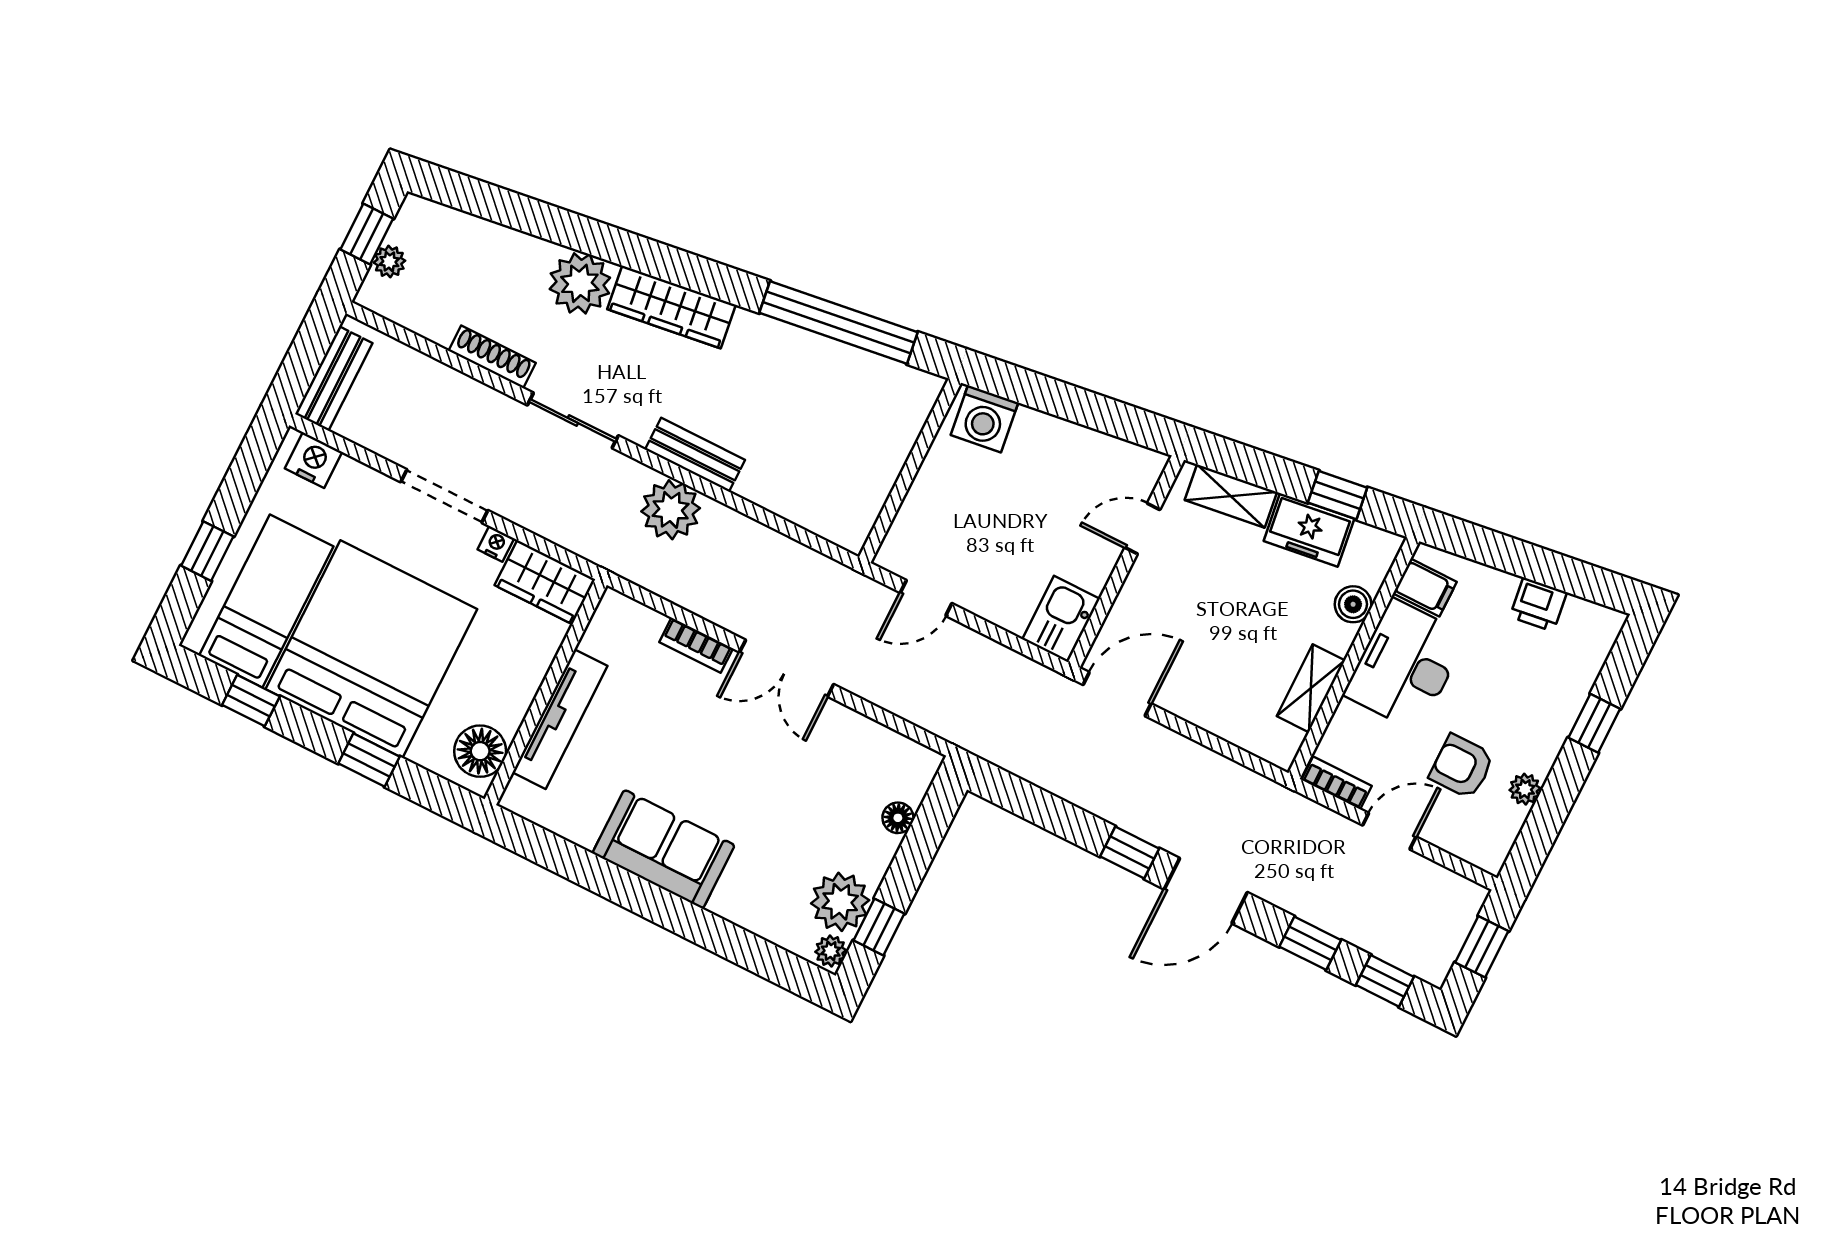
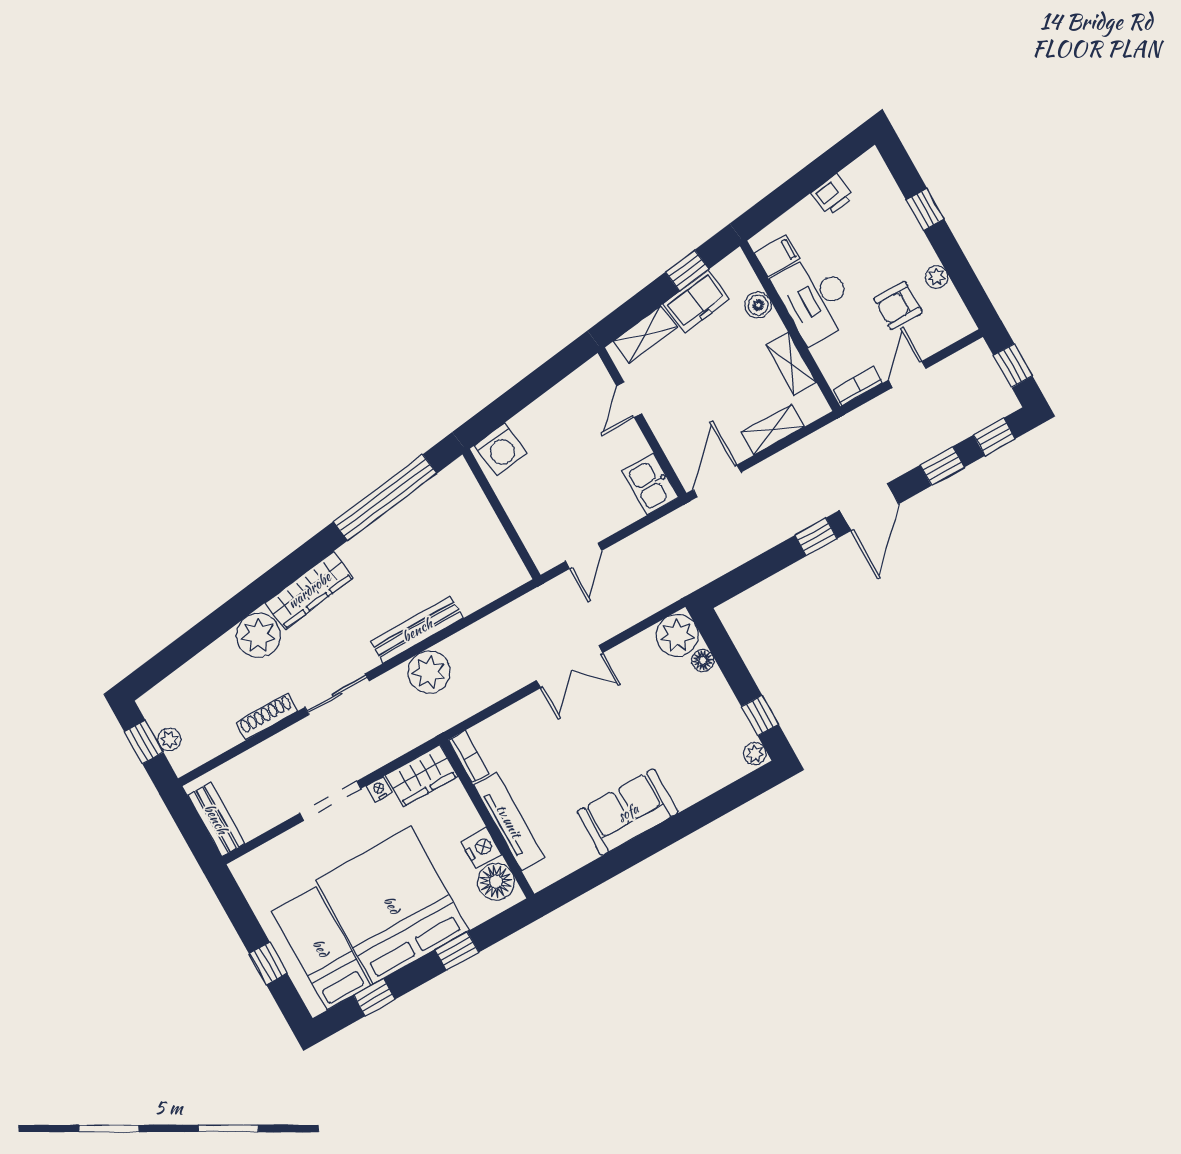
bench: (695, 455) -> (417, 630), width x1.36
nightstand: (314, 460) -> (481, 848), moved, turned 90
bookcase: (696, 645) -> (469, 757), moved, turned -90
shelving: (1220, 719) -> (773, 430), added
plant: (840, 902) -> (677, 635), moved

